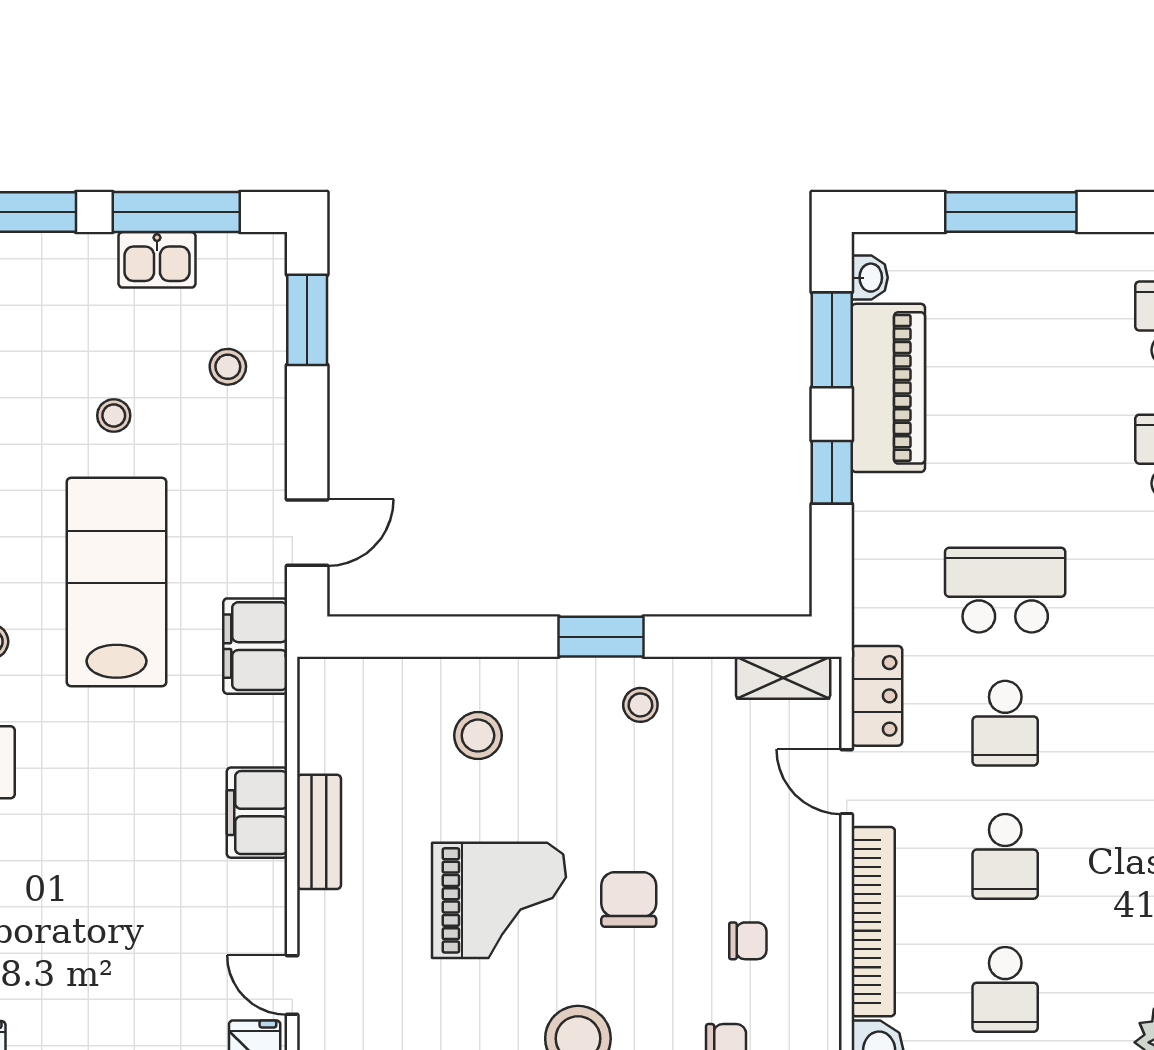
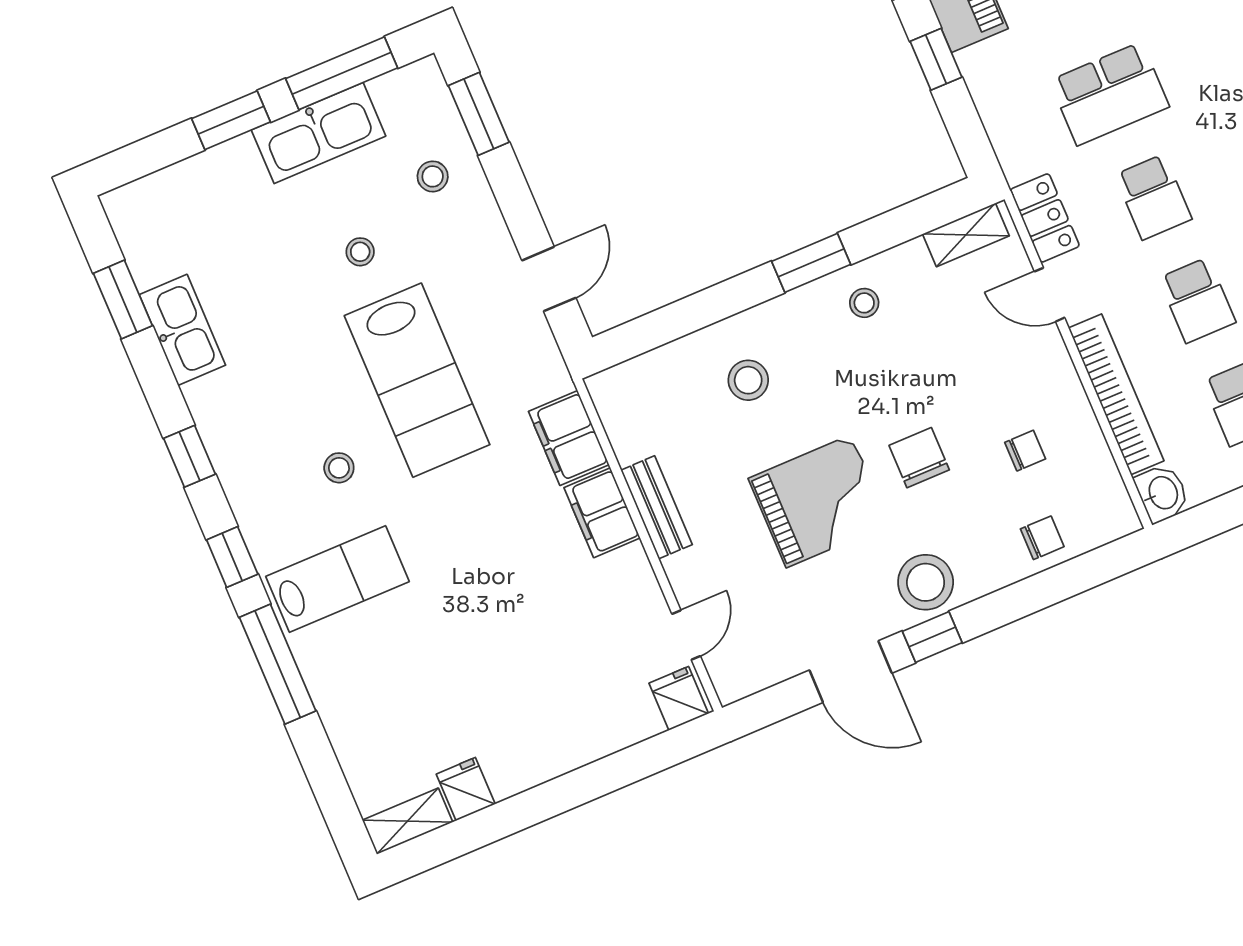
kitchen sink: (157, 260) -> (319, 133), width x1.88, depth x1.24
lab bench: (116, 582) -> (417, 380), turned 180
school desk: (1005, 590) -> (1109, 94), turned 180
filing cabinet: (255, 646) -> (569, 438), moved
door: (292, 985) -> (686, 635), swing flipped

